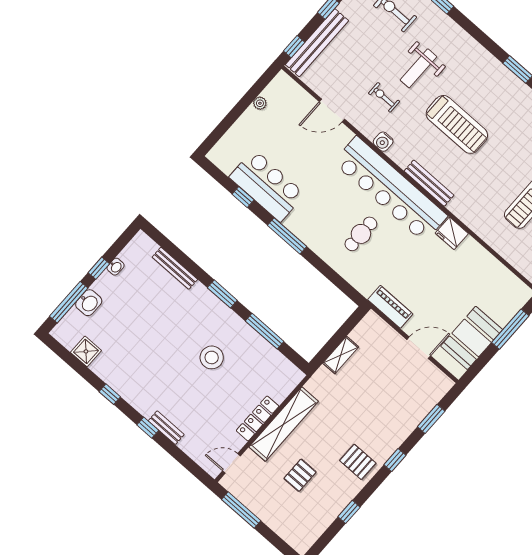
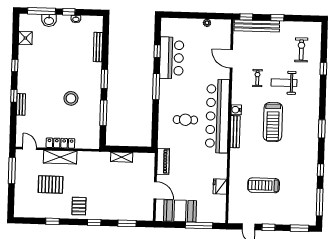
water cooler: (383, 142) -> (236, 110), moved
fridge: (452, 233) -> (220, 186), moved
shelving: (284, 424) -> (60, 157), width x0.68
pallet: (300, 475) -> (51, 184), width x1.50, depth x1.42

